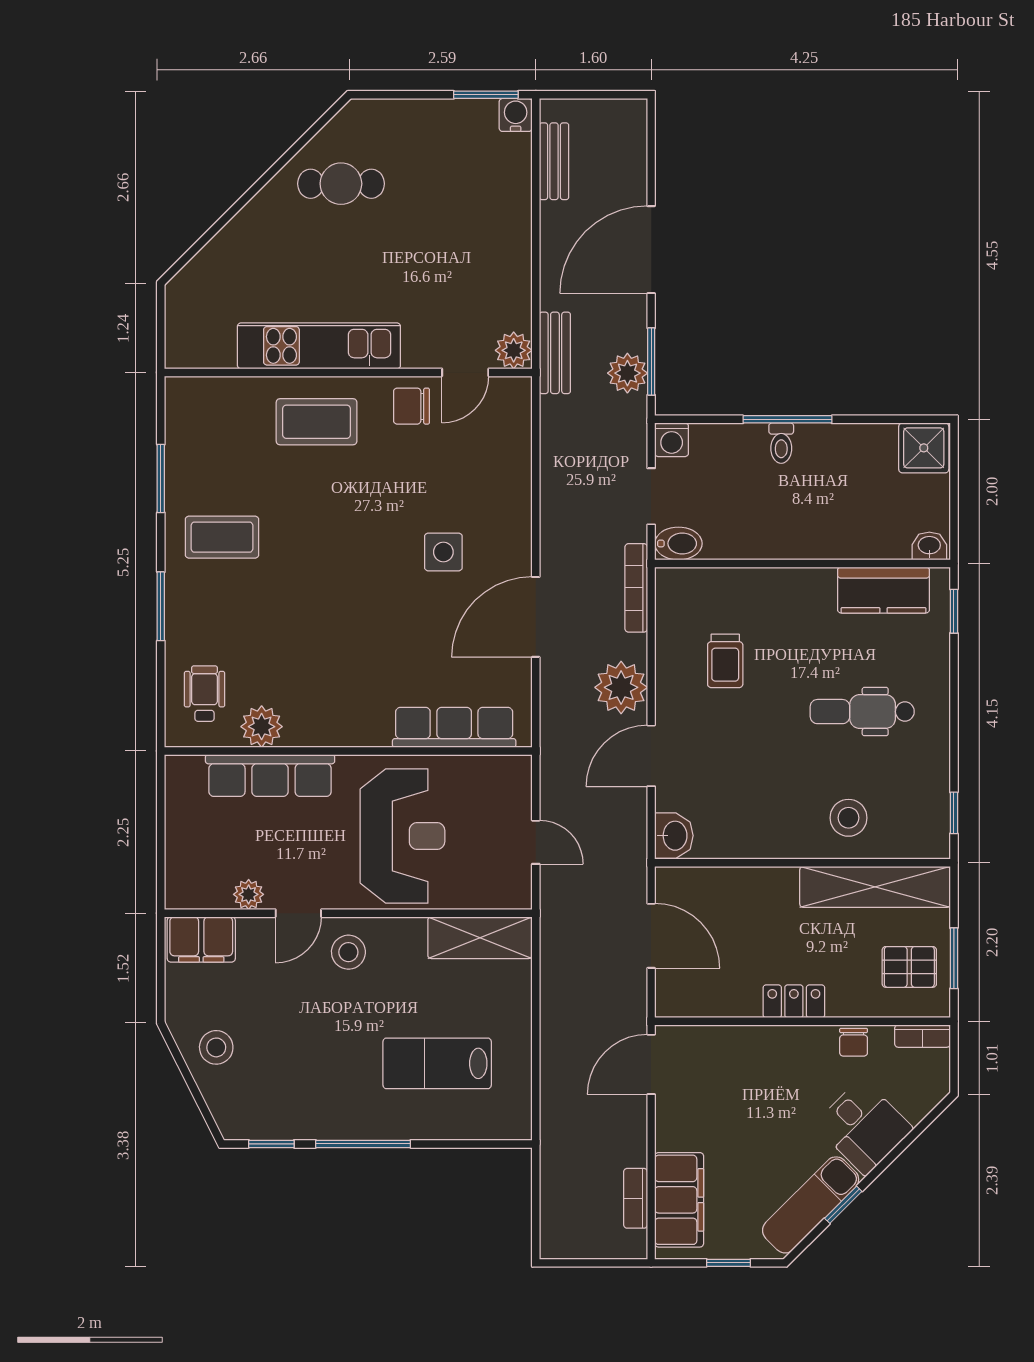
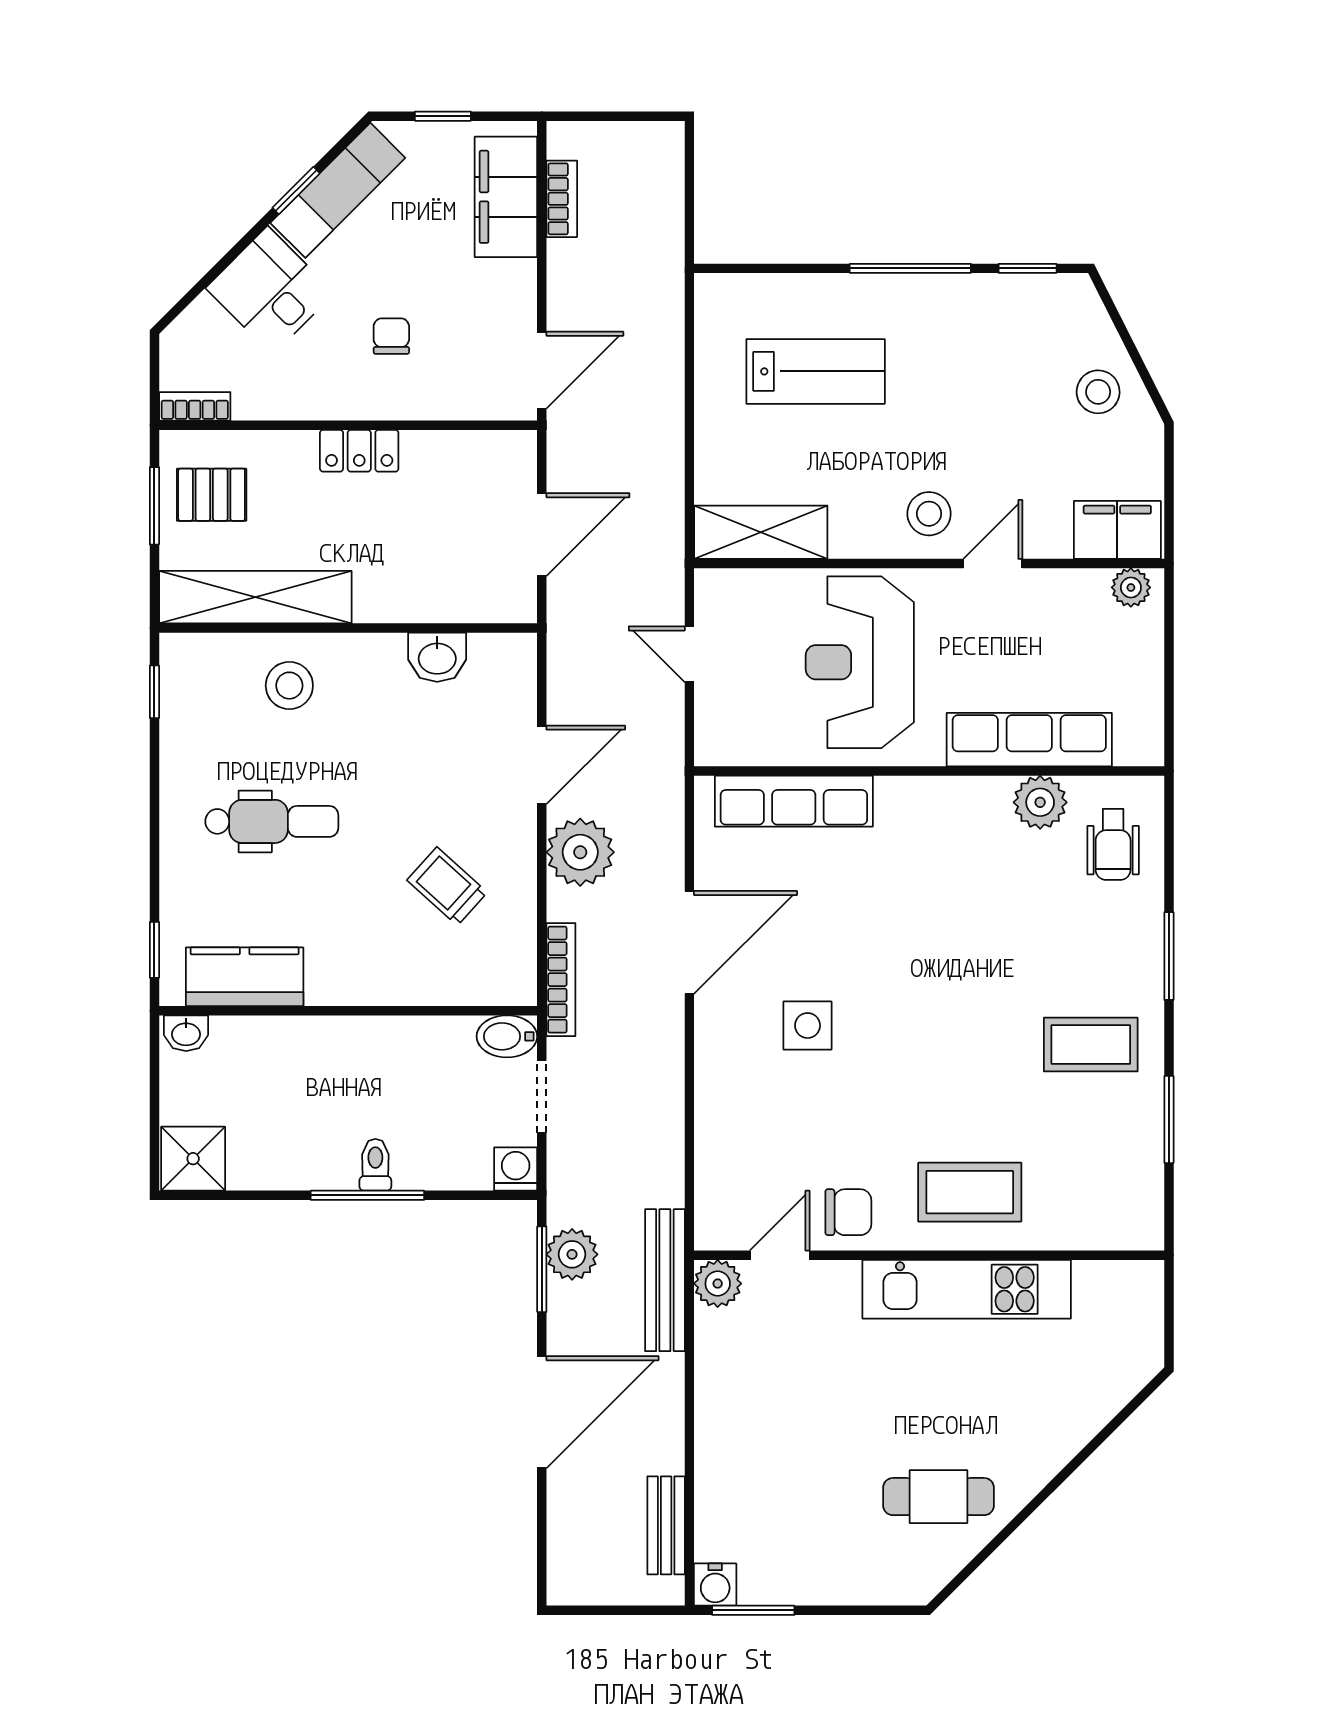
bench: (555, 353) -> (665, 1280), width x1.36
trolley: (725, 661) -> (447, 886), turned -48
washbasin: (674, 836) -> (437, 657), moved, turned -90
plant: (249, 894) -> (1131, 587), moved
door: (651, 936) -> (542, 535), swing flipped
chair: (854, 1042) -> (391, 336), moved

